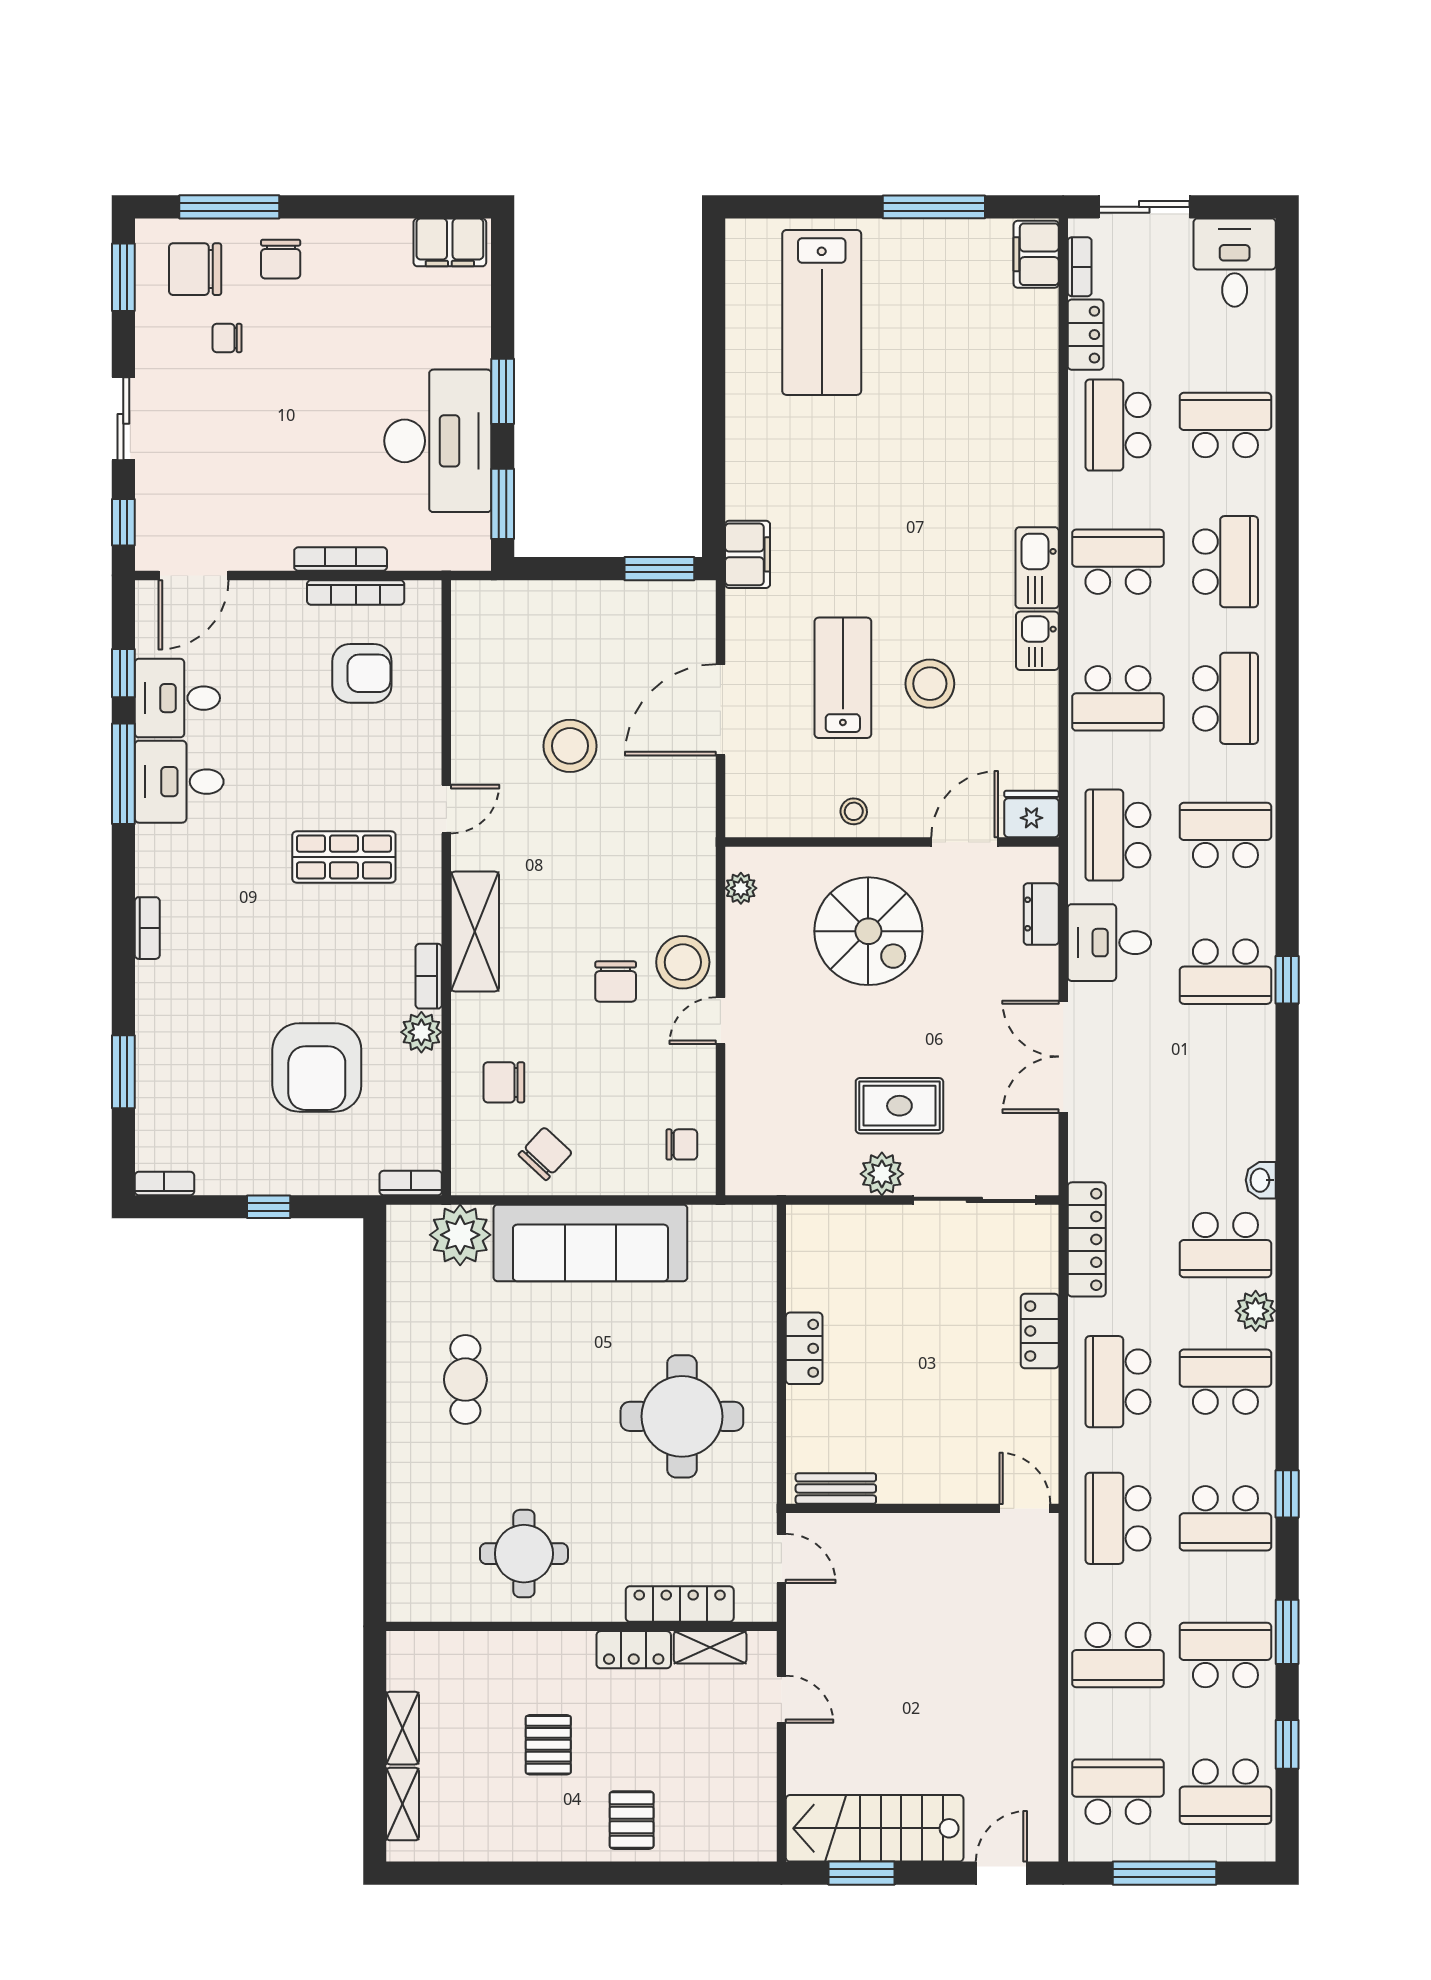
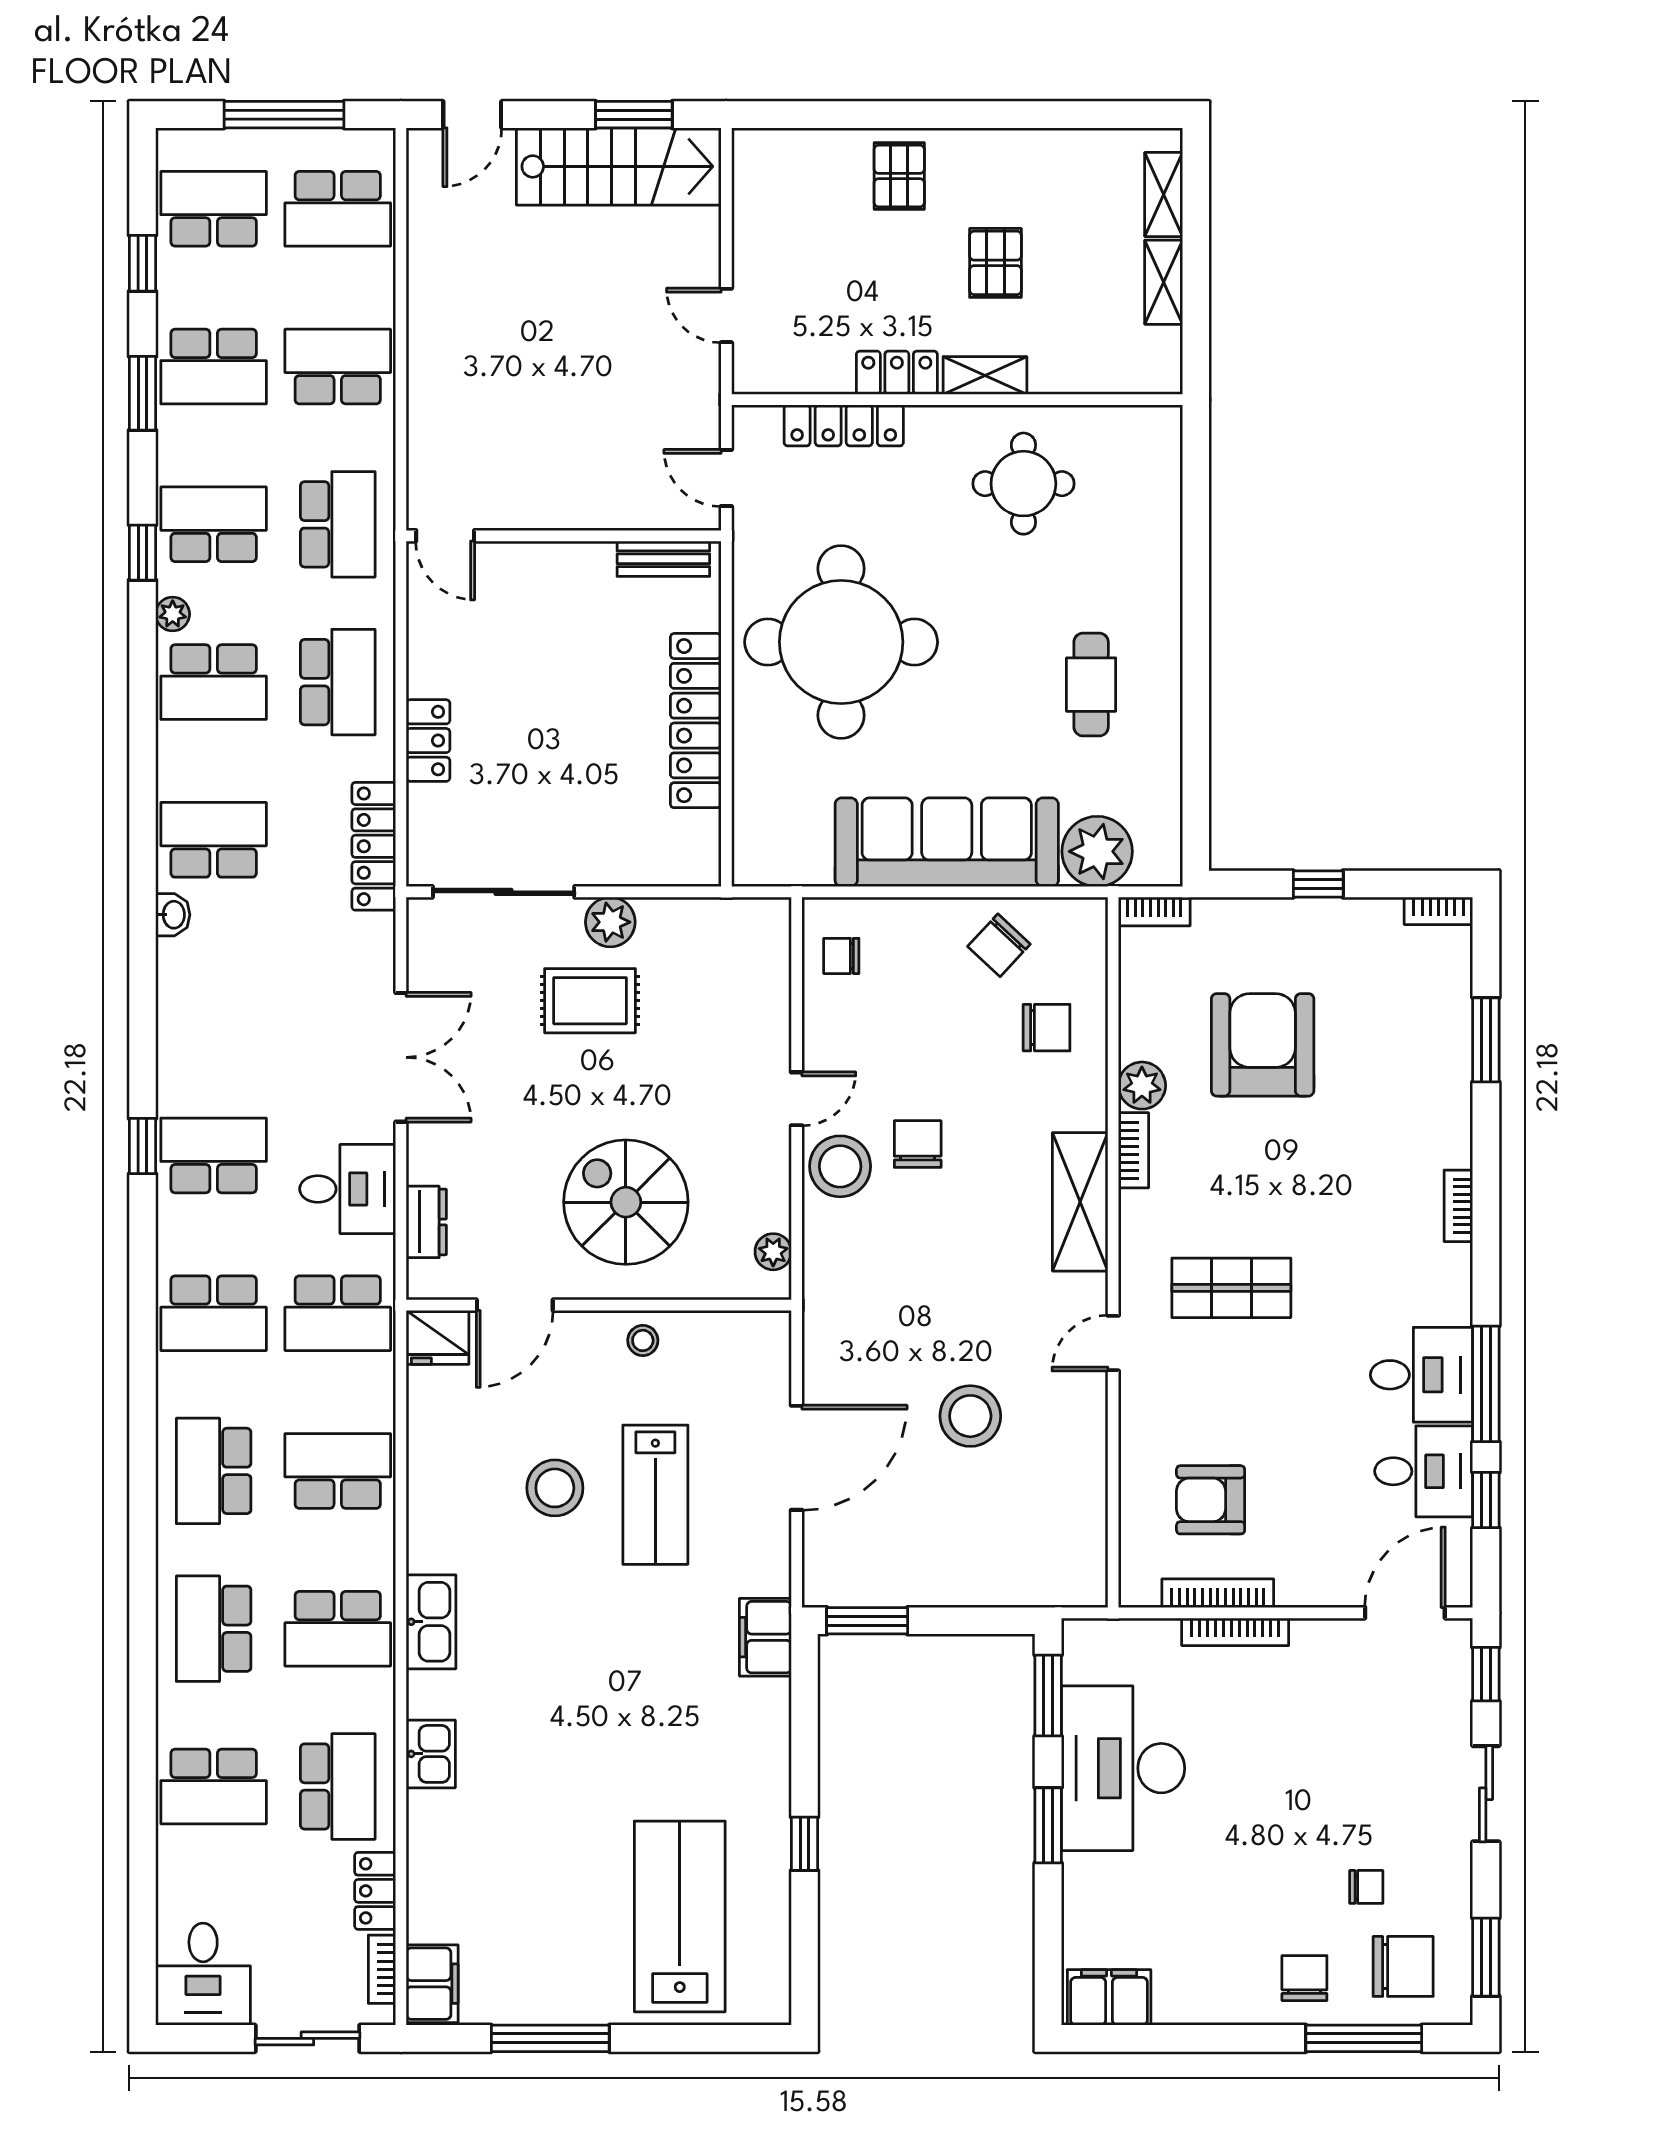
window: (714, 375) -> (805, 1844), added
kitchen sink: (1037, 641) -> (431, 1754), moved
school desk: (1118, 835) -> (338, 1313), turned 90
plant: (1256, 1311) -> (173, 614), moved, width x0.73, depth x0.73
locker: (804, 1348) -> (696, 721), width x2.16, depth x1.21
round table: (682, 1416) -> (841, 642), width x1.36, depth x1.36
shelving: (710, 1647) -> (985, 375), moved

